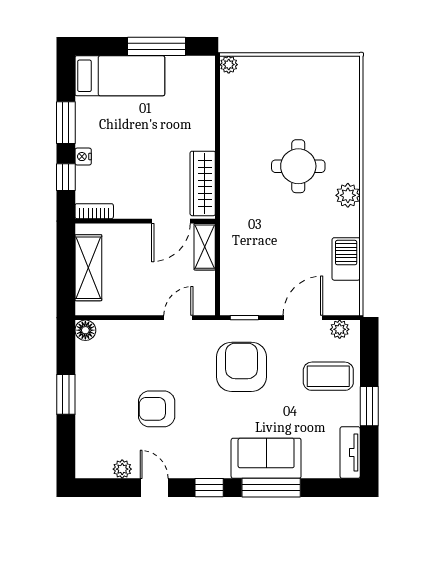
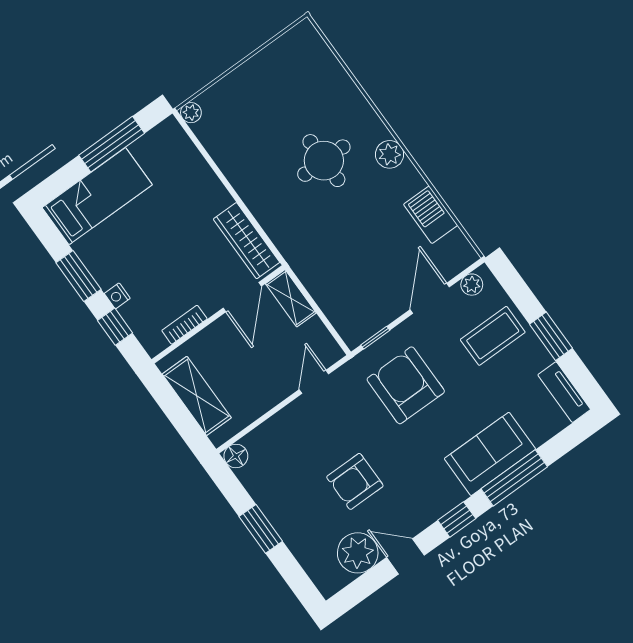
bookcase: (94, 211) -> (184, 325), moved
plant: (122, 469) -> (358, 553), width x1.88, depth x1.88

